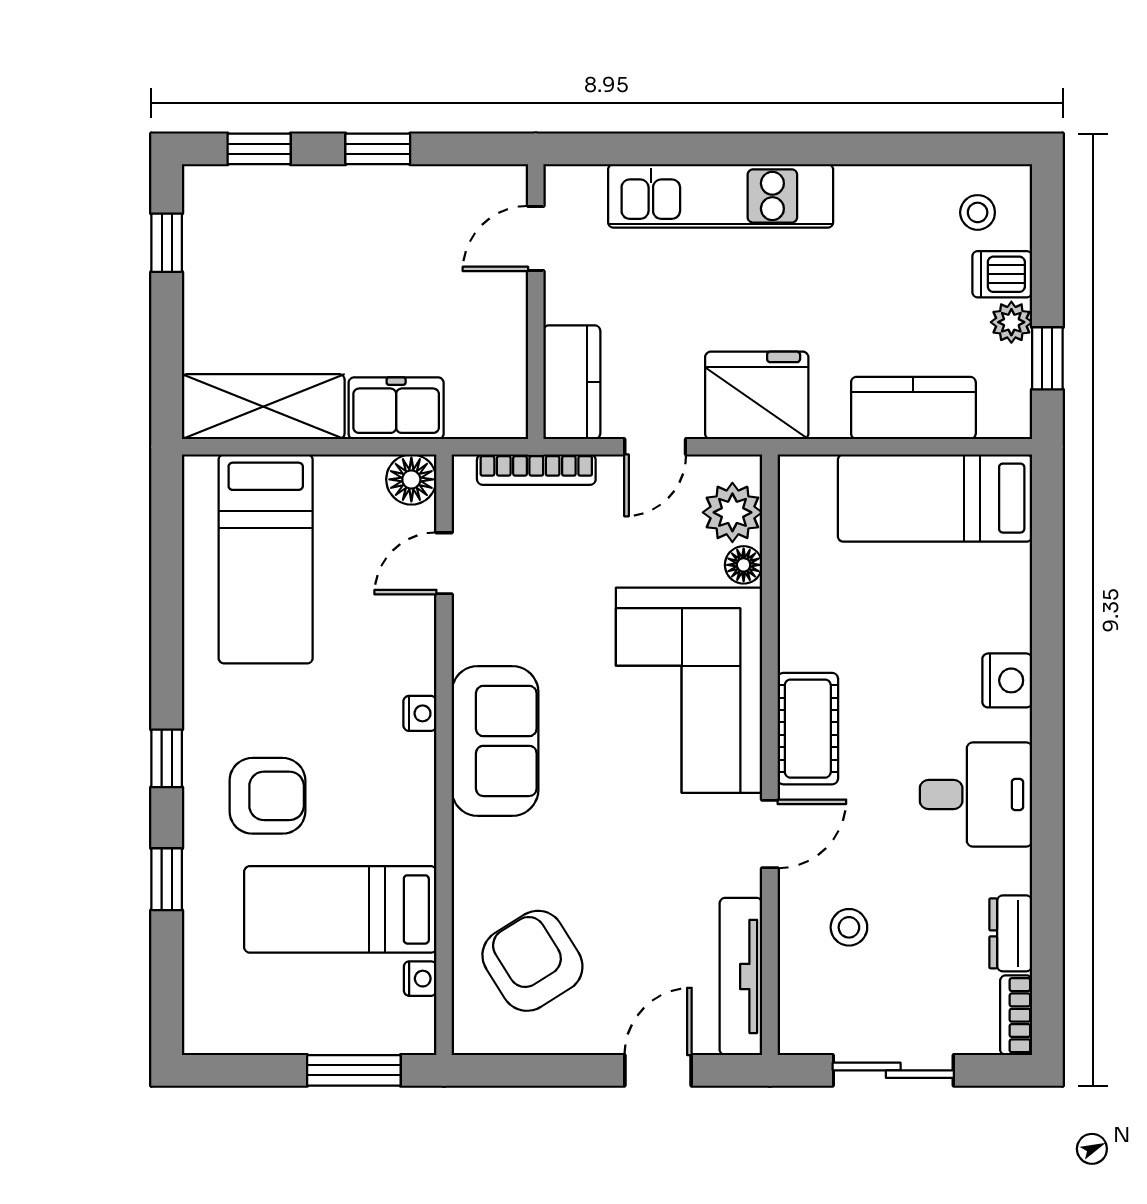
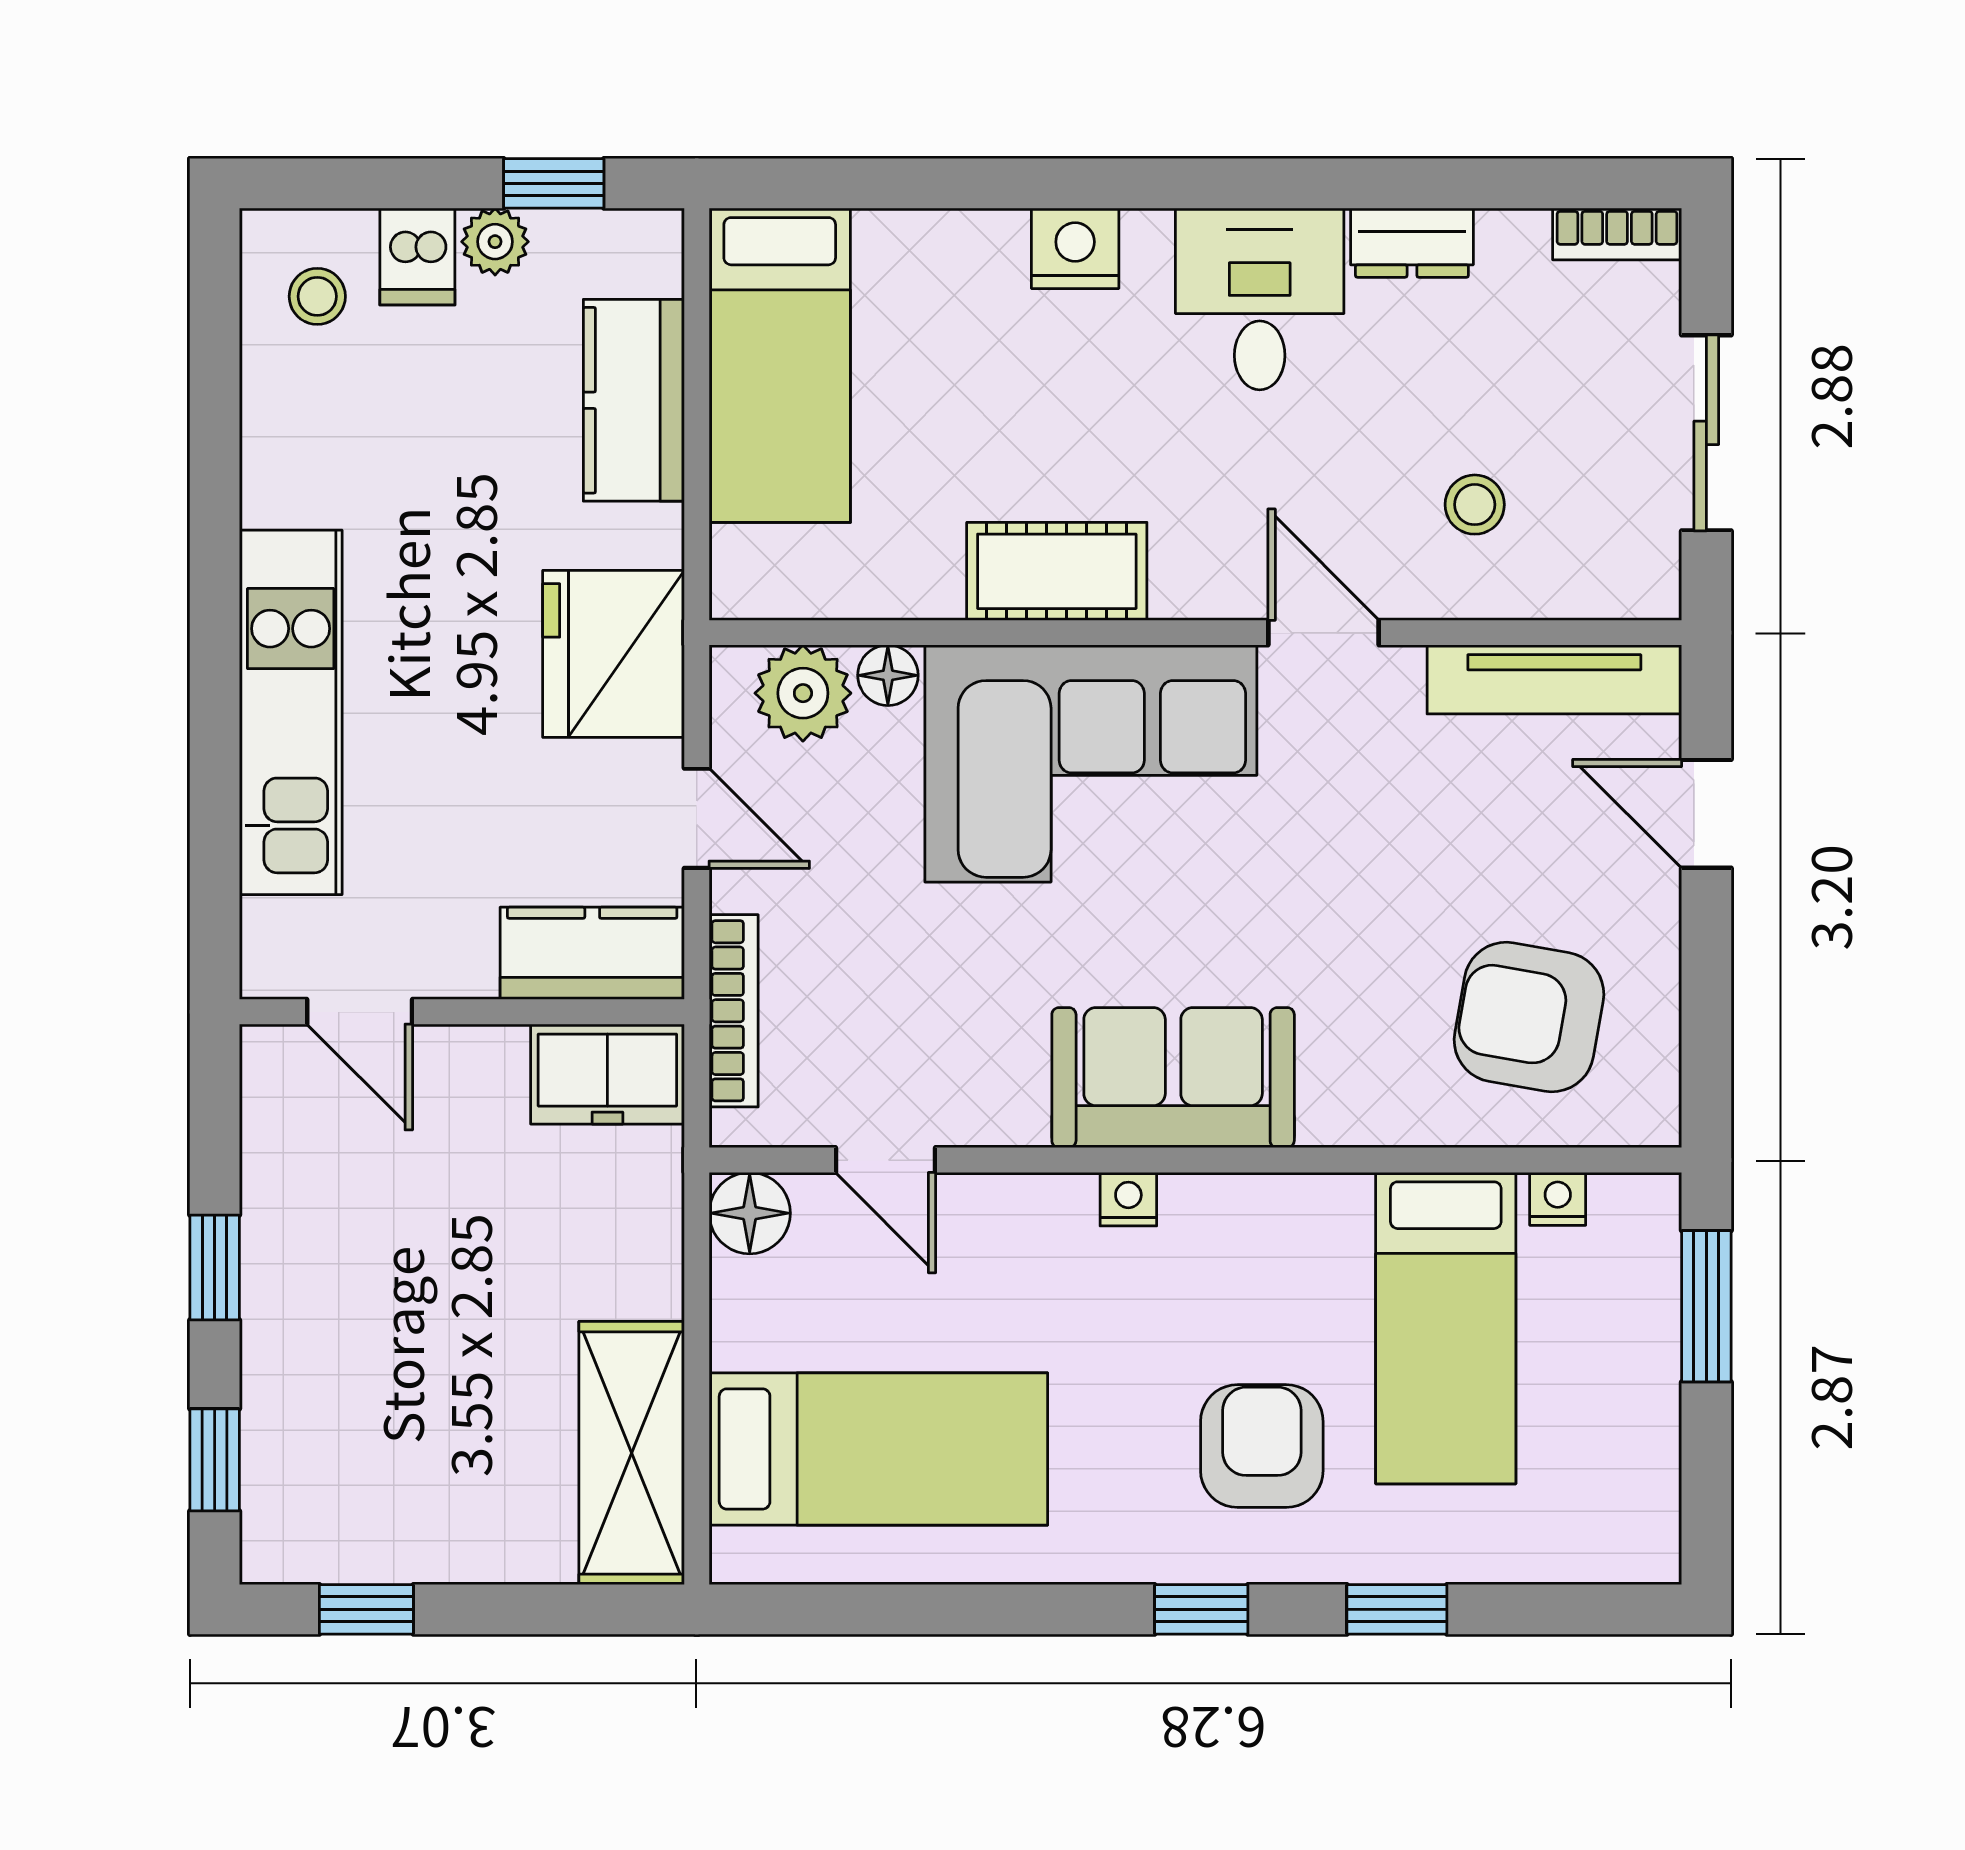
freezer: (396, 408) -> (607, 1074), moved, turned -90
cot: (808, 729) -> (1057, 571), moved
dresser: (1011, 933) -> (1412, 243), moved
armchair: (532, 961) -> (1529, 1017), turned 42

